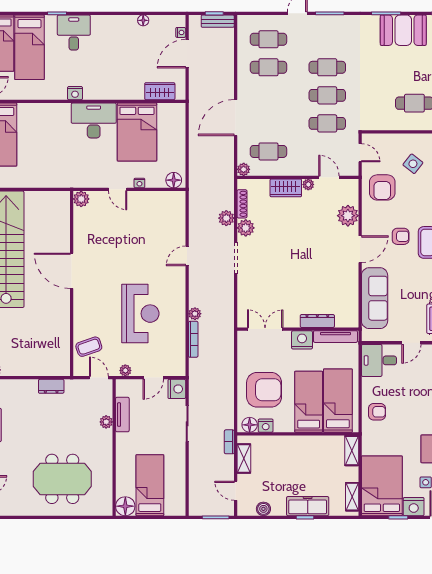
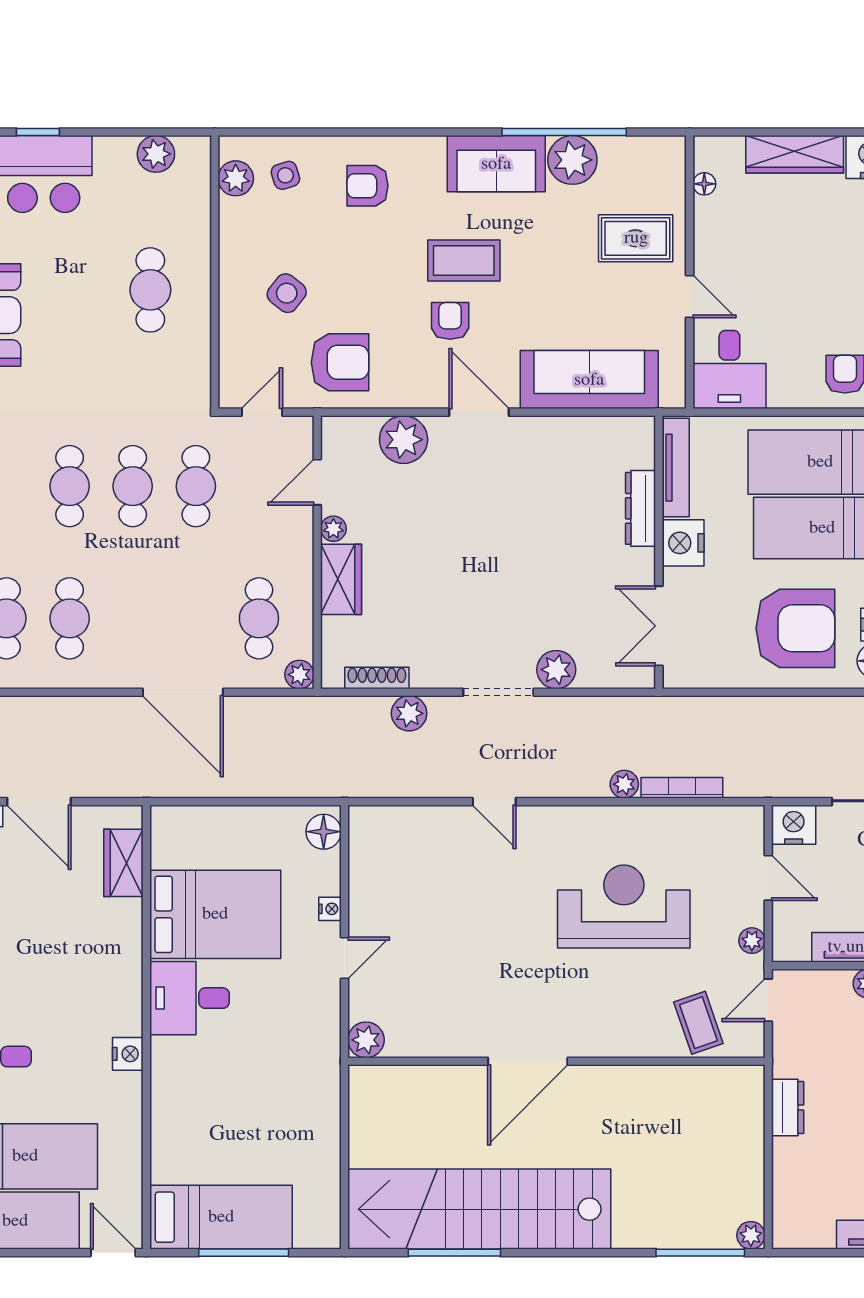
desk: (94, 121) -> (189, 998), width x0.73
plant: (246, 228) -> (556, 670), moved
armchair: (264, 390) -> (795, 628), turned 90

